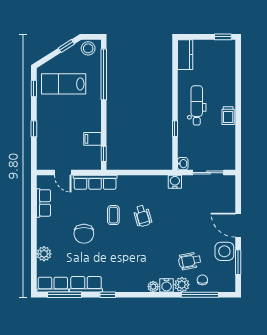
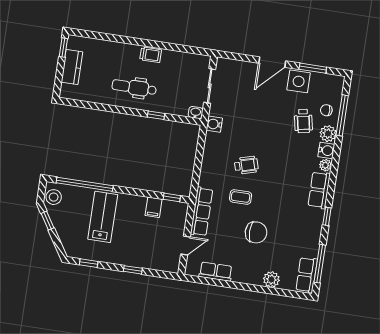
kitchen counter: (185, 55) -> (72, 67), moved, turned 90
lab bench: (64, 84) -> (103, 217), moved, turned 180
row of seats: (86, 284) -> (319, 190), moved

